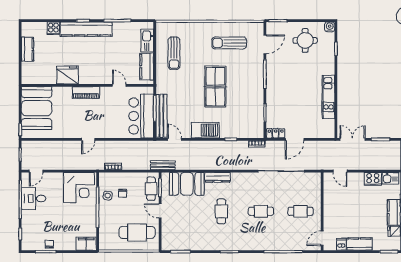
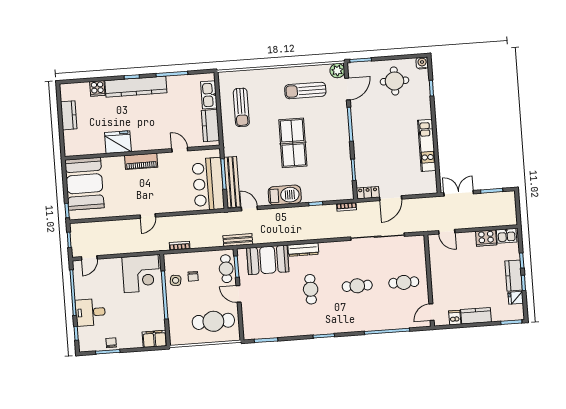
plant: (257, 28) -> (337, 71), added
desk: (34, 198) -> (90, 312), moved

